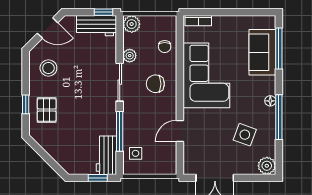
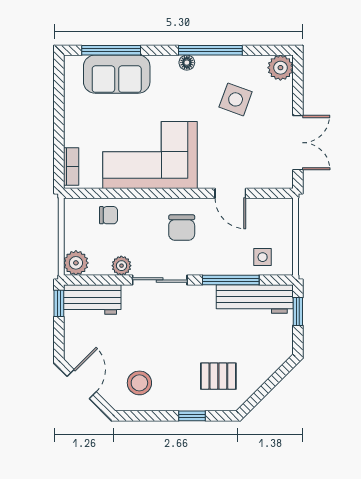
workbench: (97, 26) -> (92, 299), moved, turned 90
chair: (155, 84) -> (182, 228), moved
pallet: (47, 110) -> (218, 376), moved
workbench: (106, 155) -> (255, 299), width x1.38

